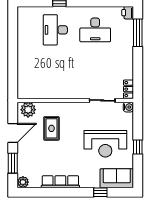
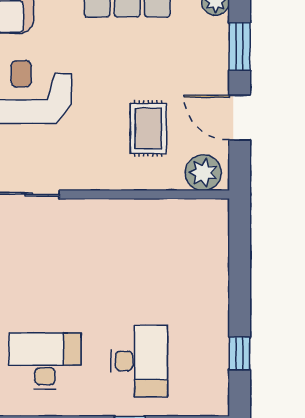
window: (13, 33) -> (240, 354), added
door: (13, 133) -> (240, 118), hinge flipped

